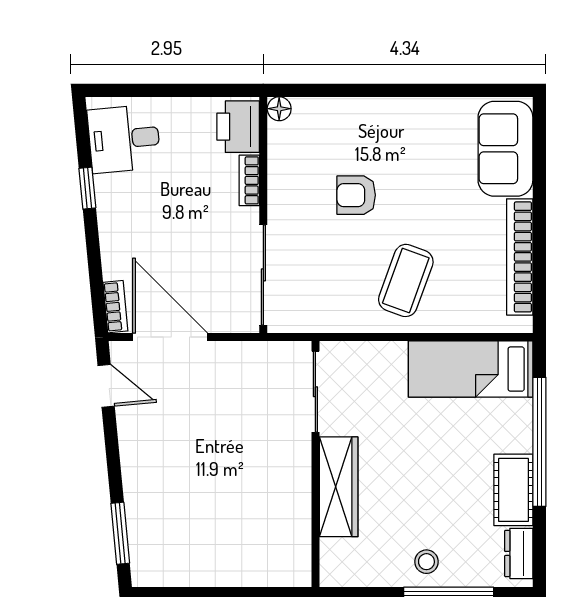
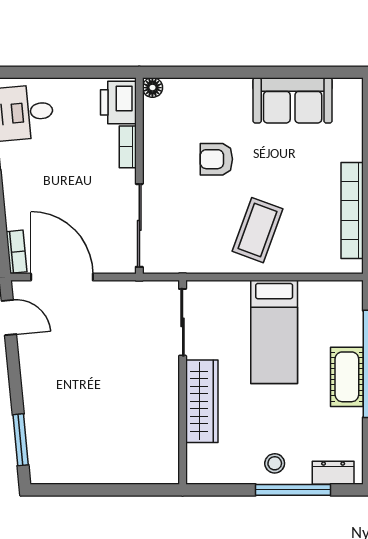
sofa: (505, 149) -> (293, 100), moved, turned -90
bed: (471, 369) -> (274, 332), moved, turned -90
cot: (513, 490) -> (347, 377), moved
dresser: (519, 553) -> (333, 473), moved, turned 90

